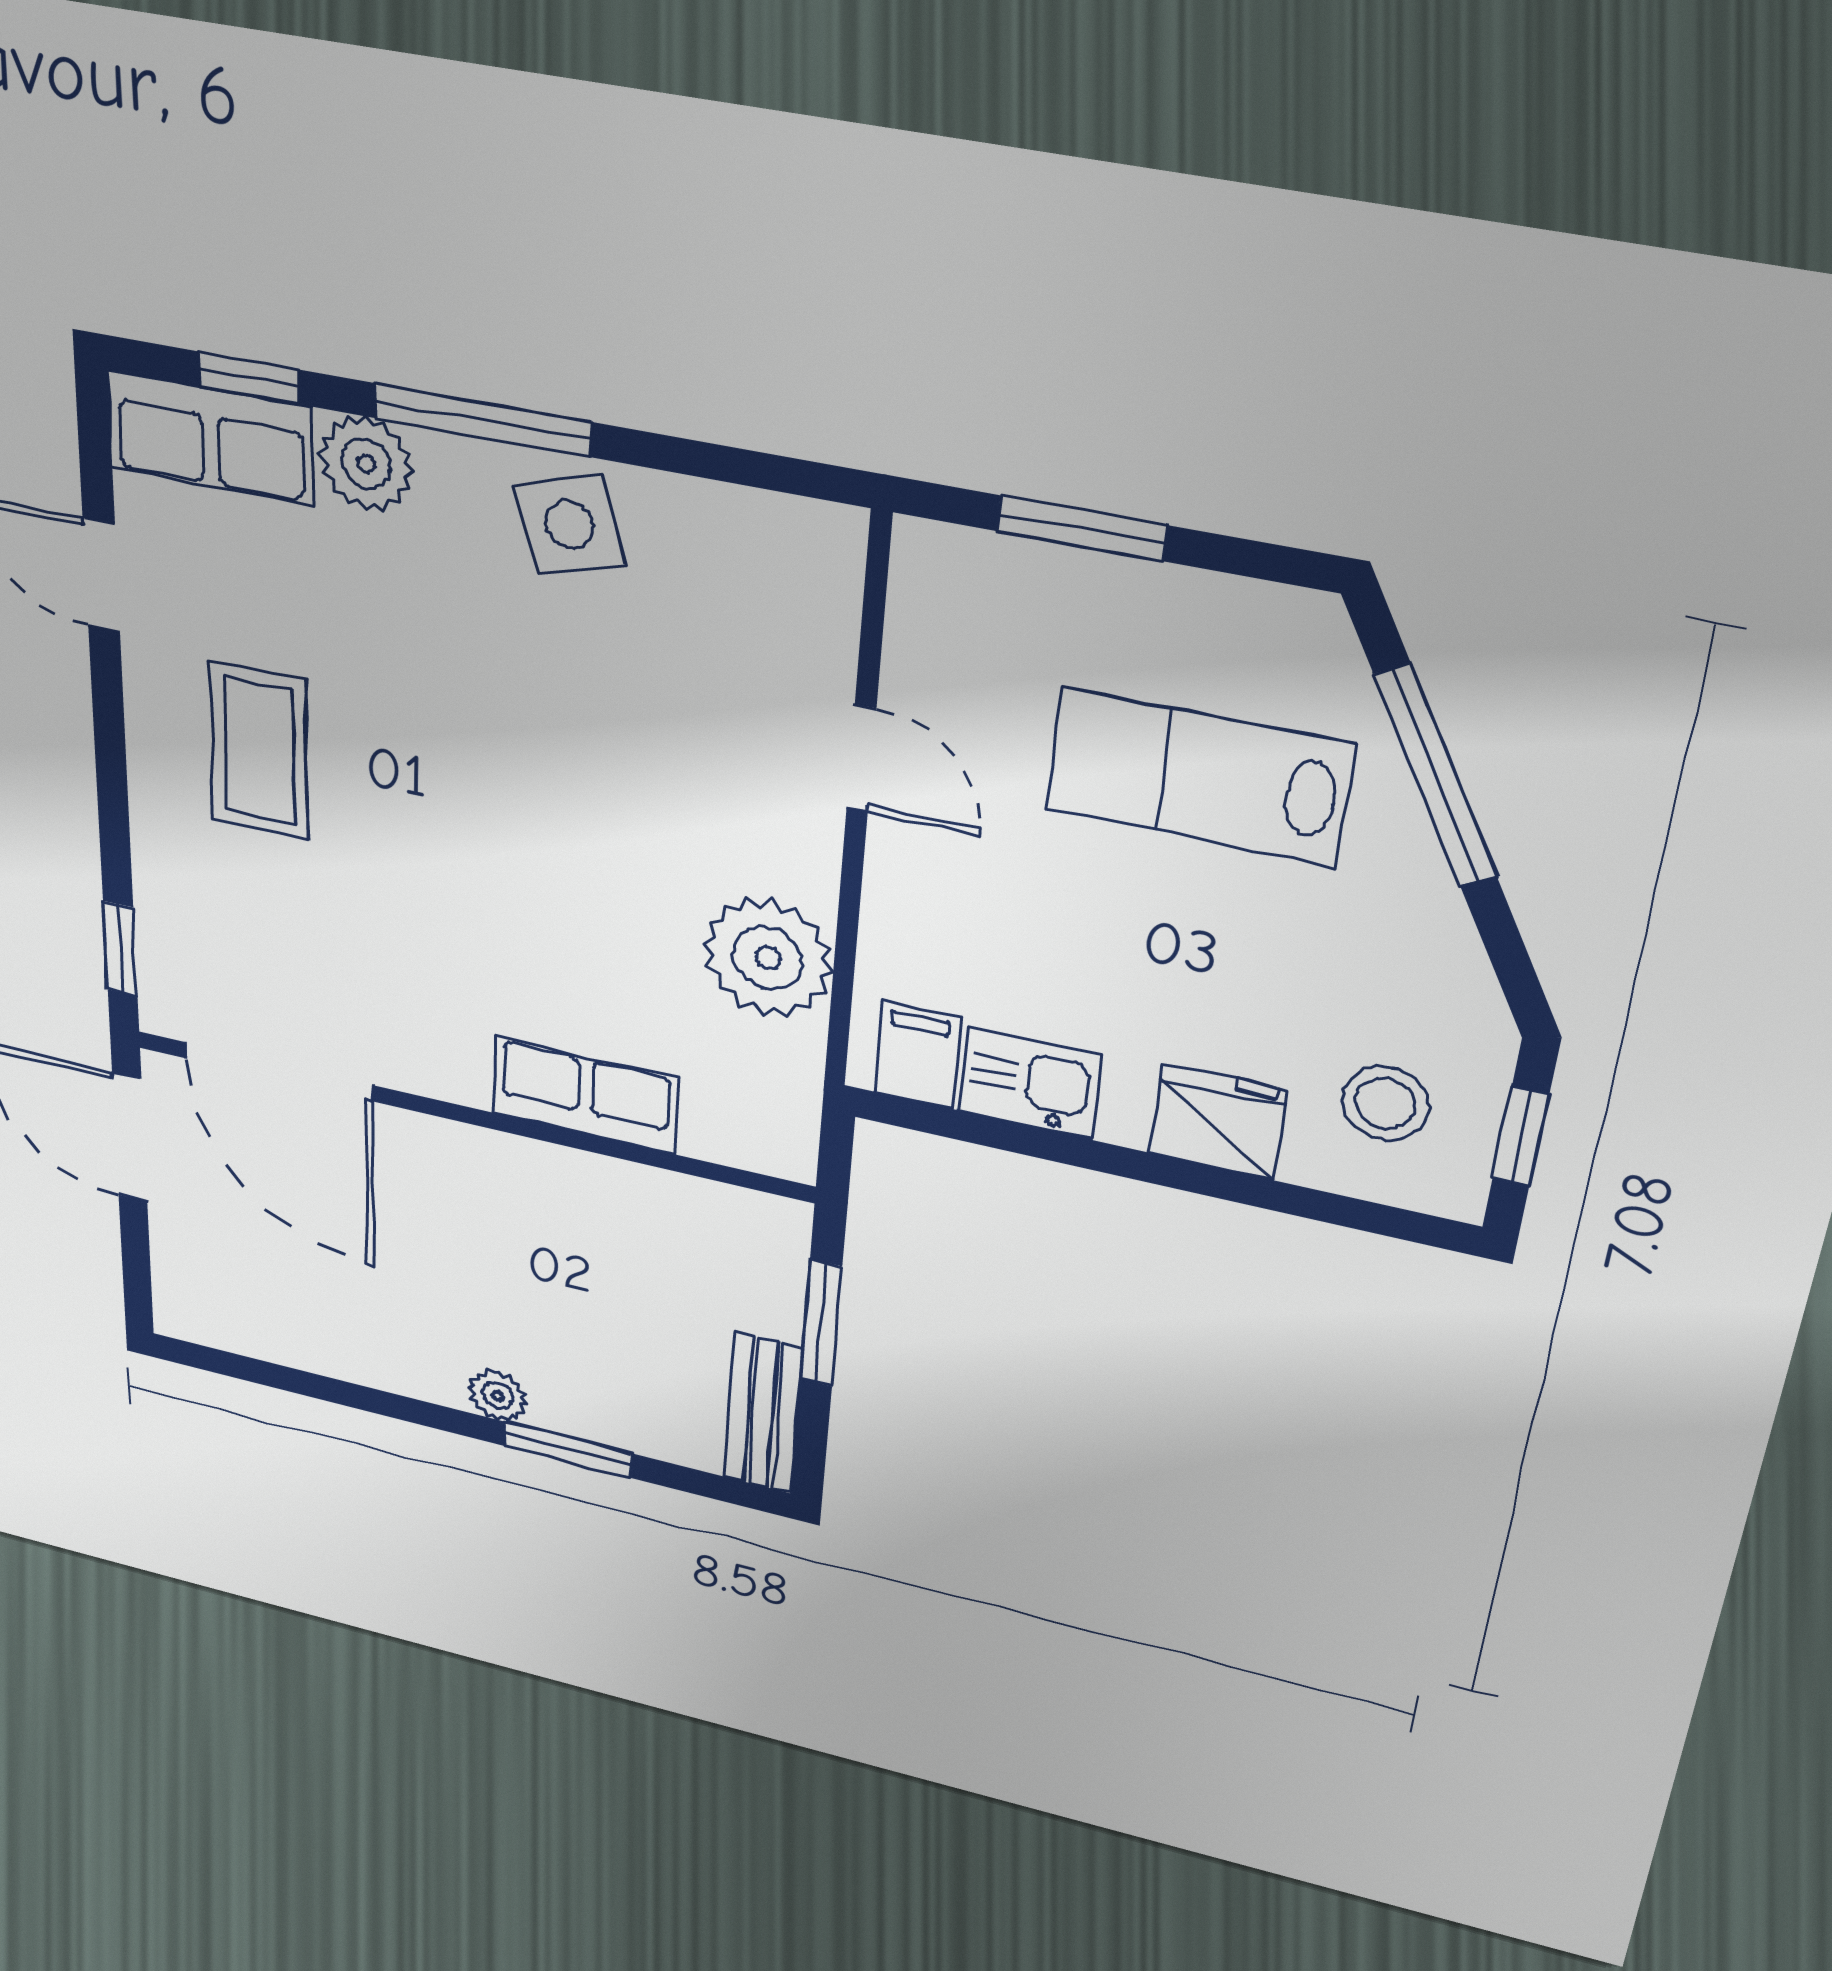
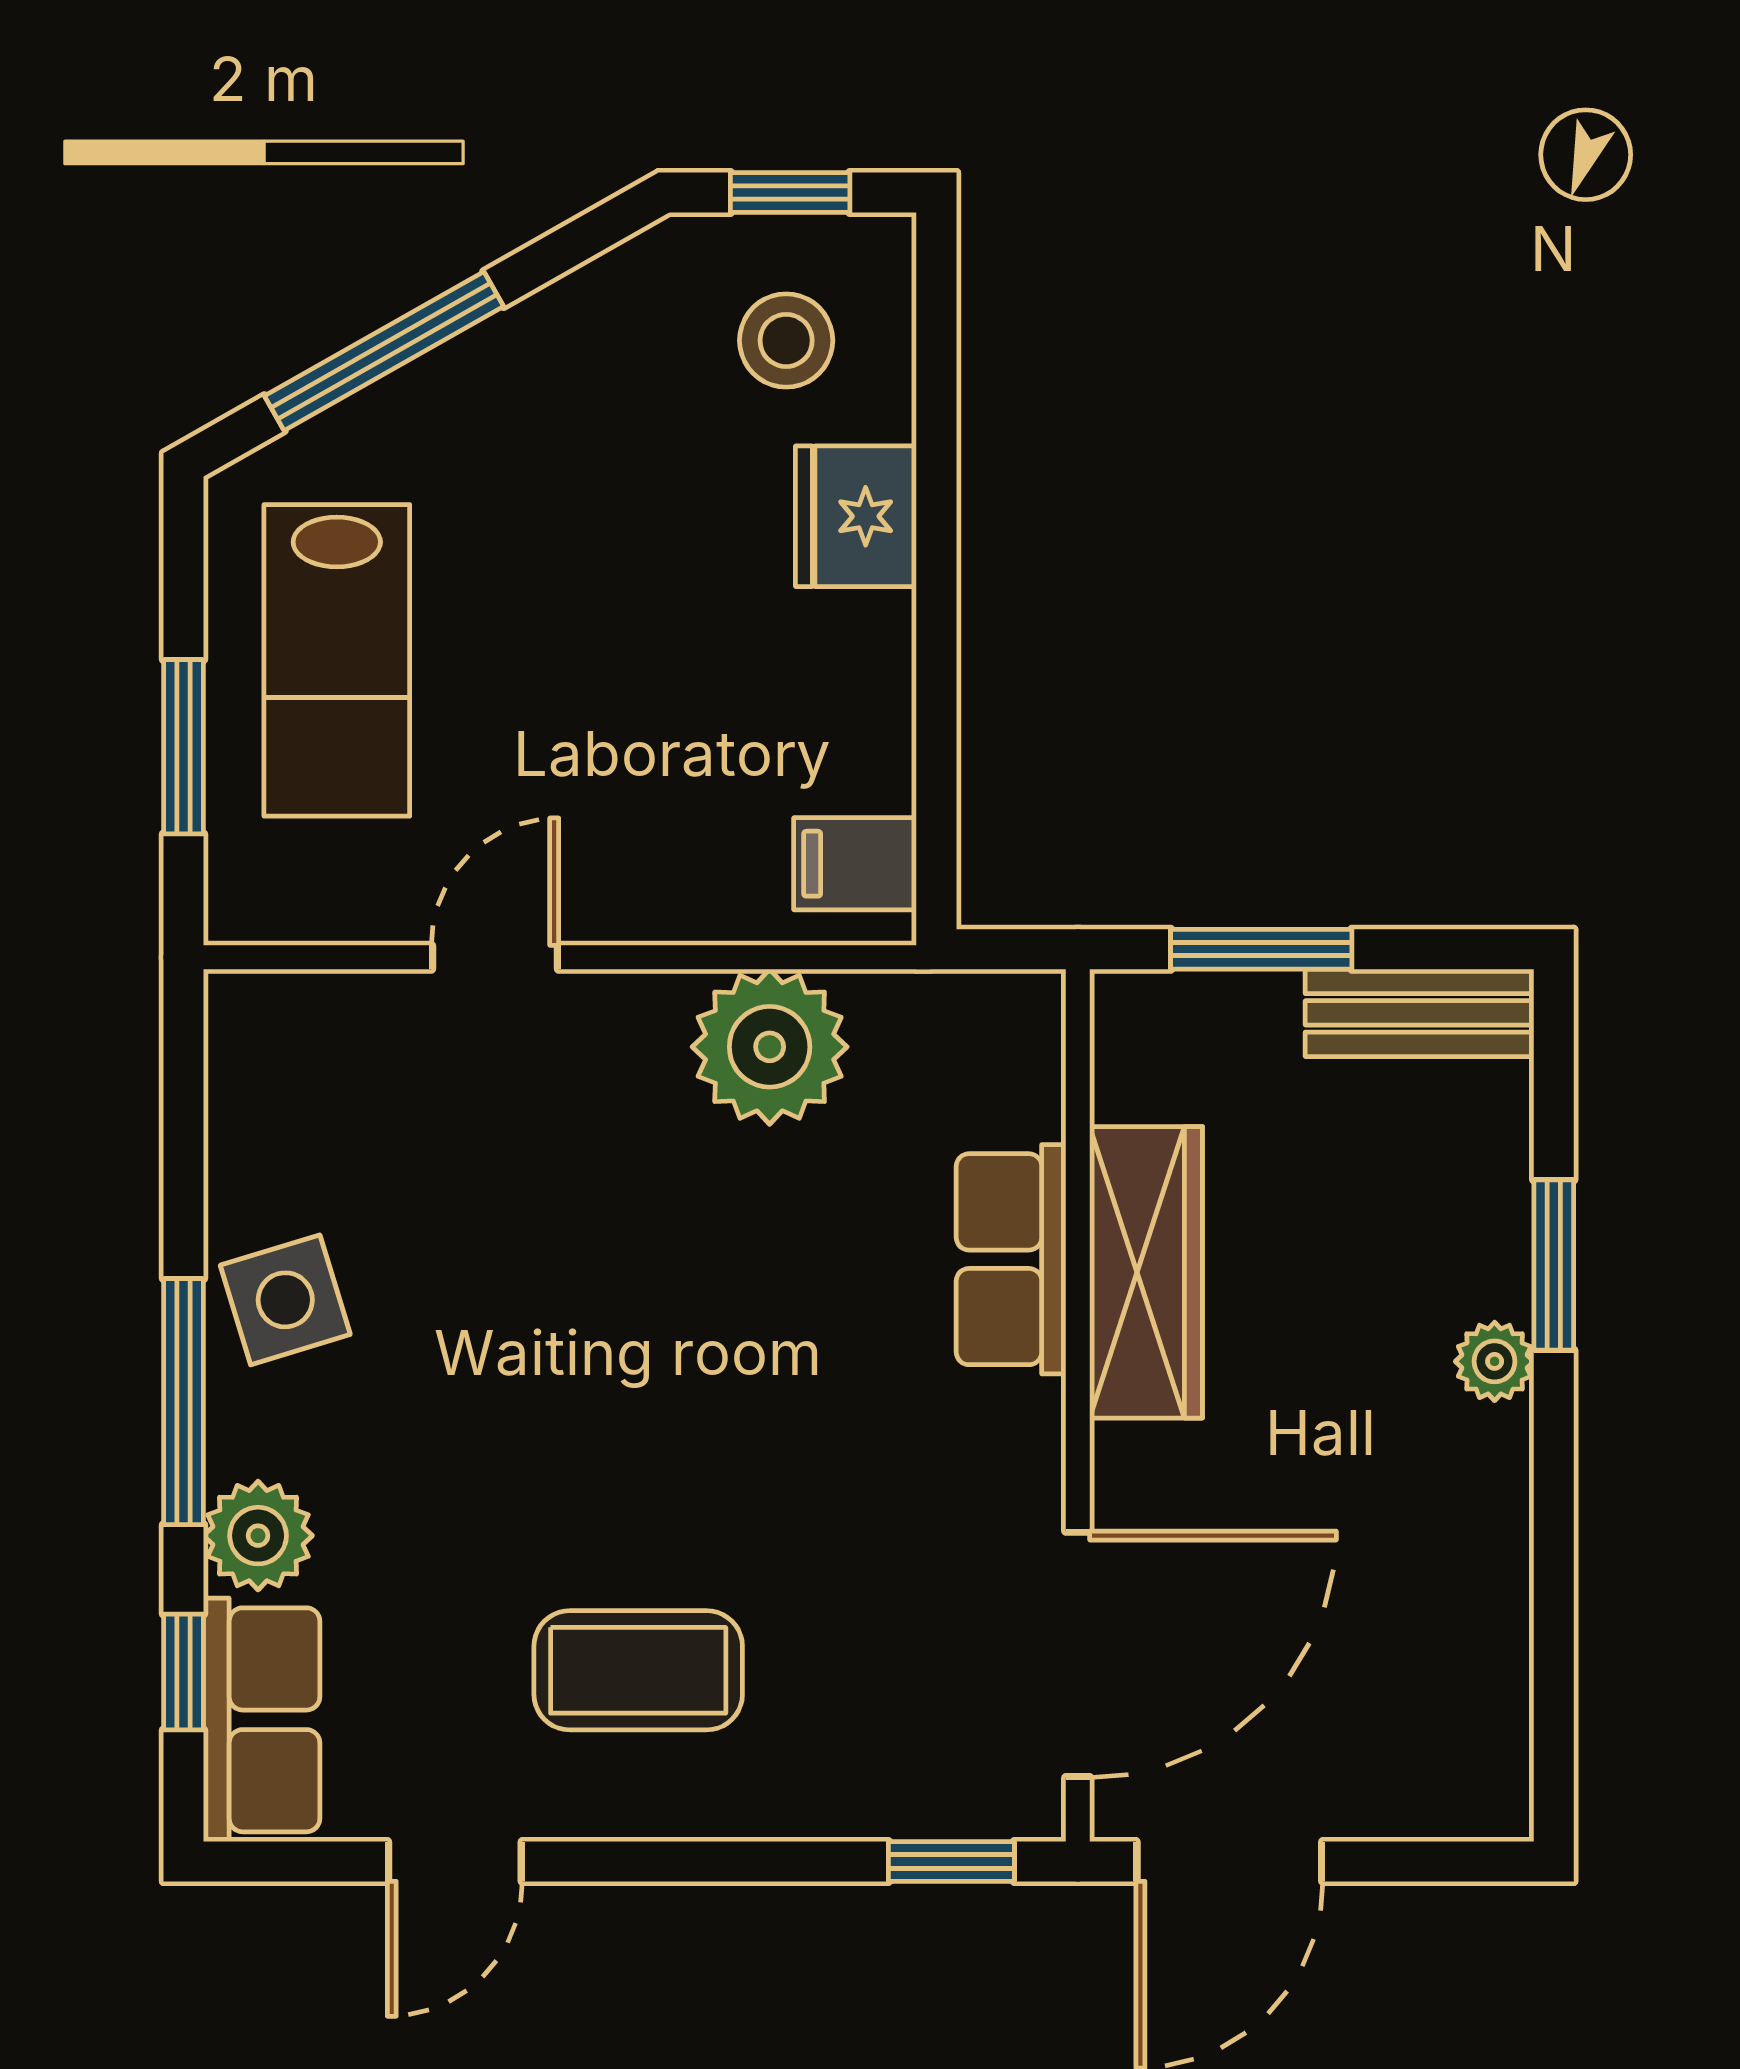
lab bench: (1198, 776) -> (337, 660), moved
kitchen sink: (1030, 1084) -> (860, 731), removed
wardrobe: (571, 1186) -> (1146, 1272), added

